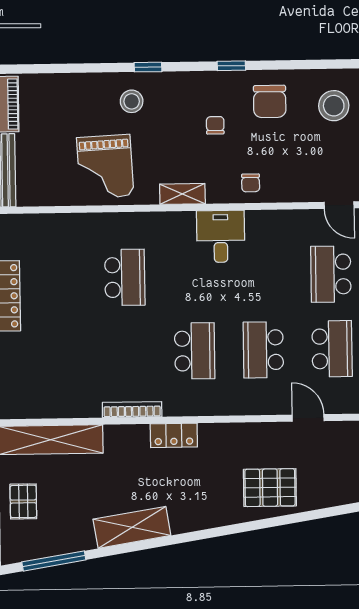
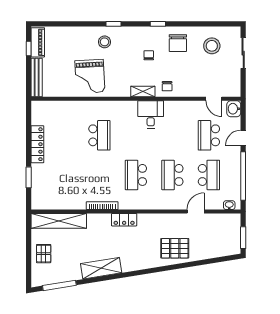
shelving: (182, 194) -> (143, 92), moved
school desk: (195, 351) -> (136, 175), turned 180
door: (308, 418) -> (196, 212), hinge flipped

